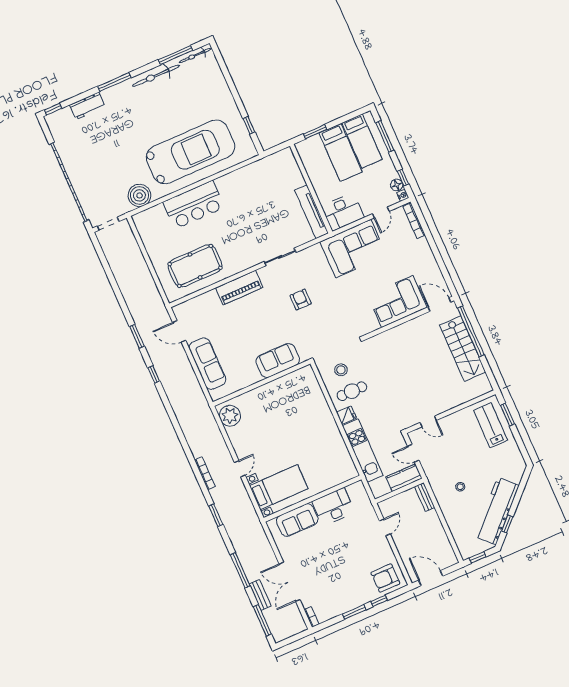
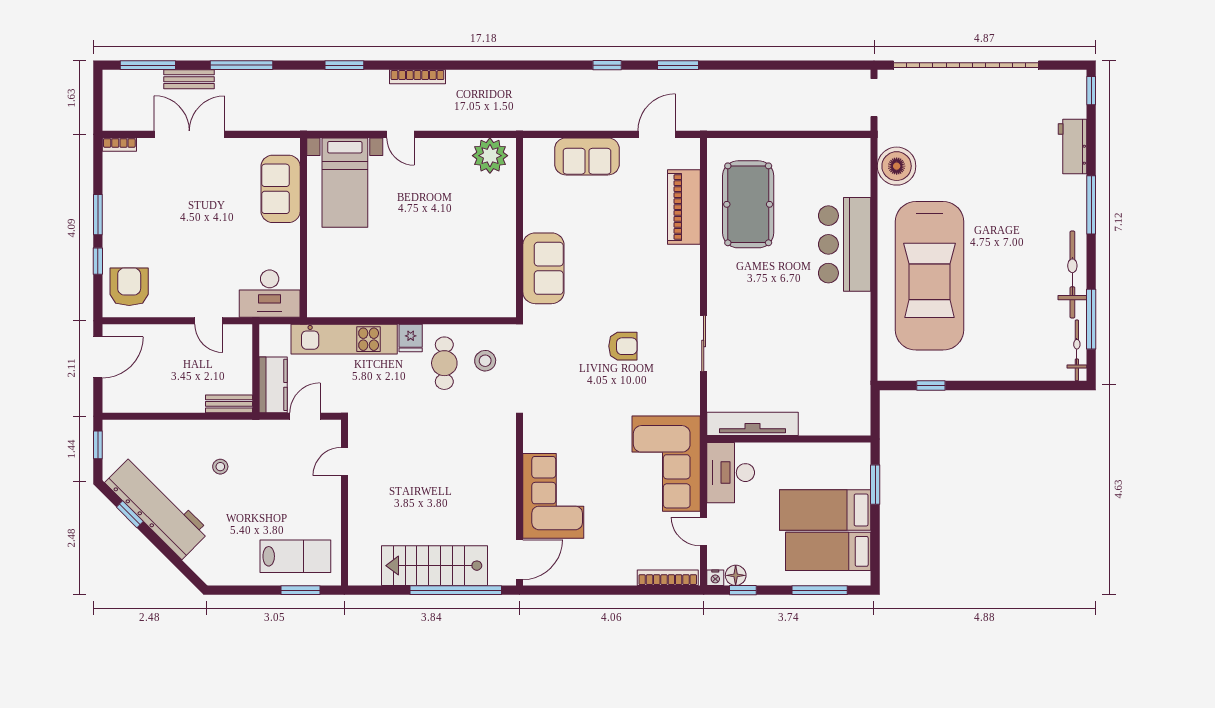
piano: (239, 288) -> (684, 207), moved
sofa: (207, 364) -> (587, 156), width x0.73
desk: (333, 507) -> (270, 294), moved, turned 90

